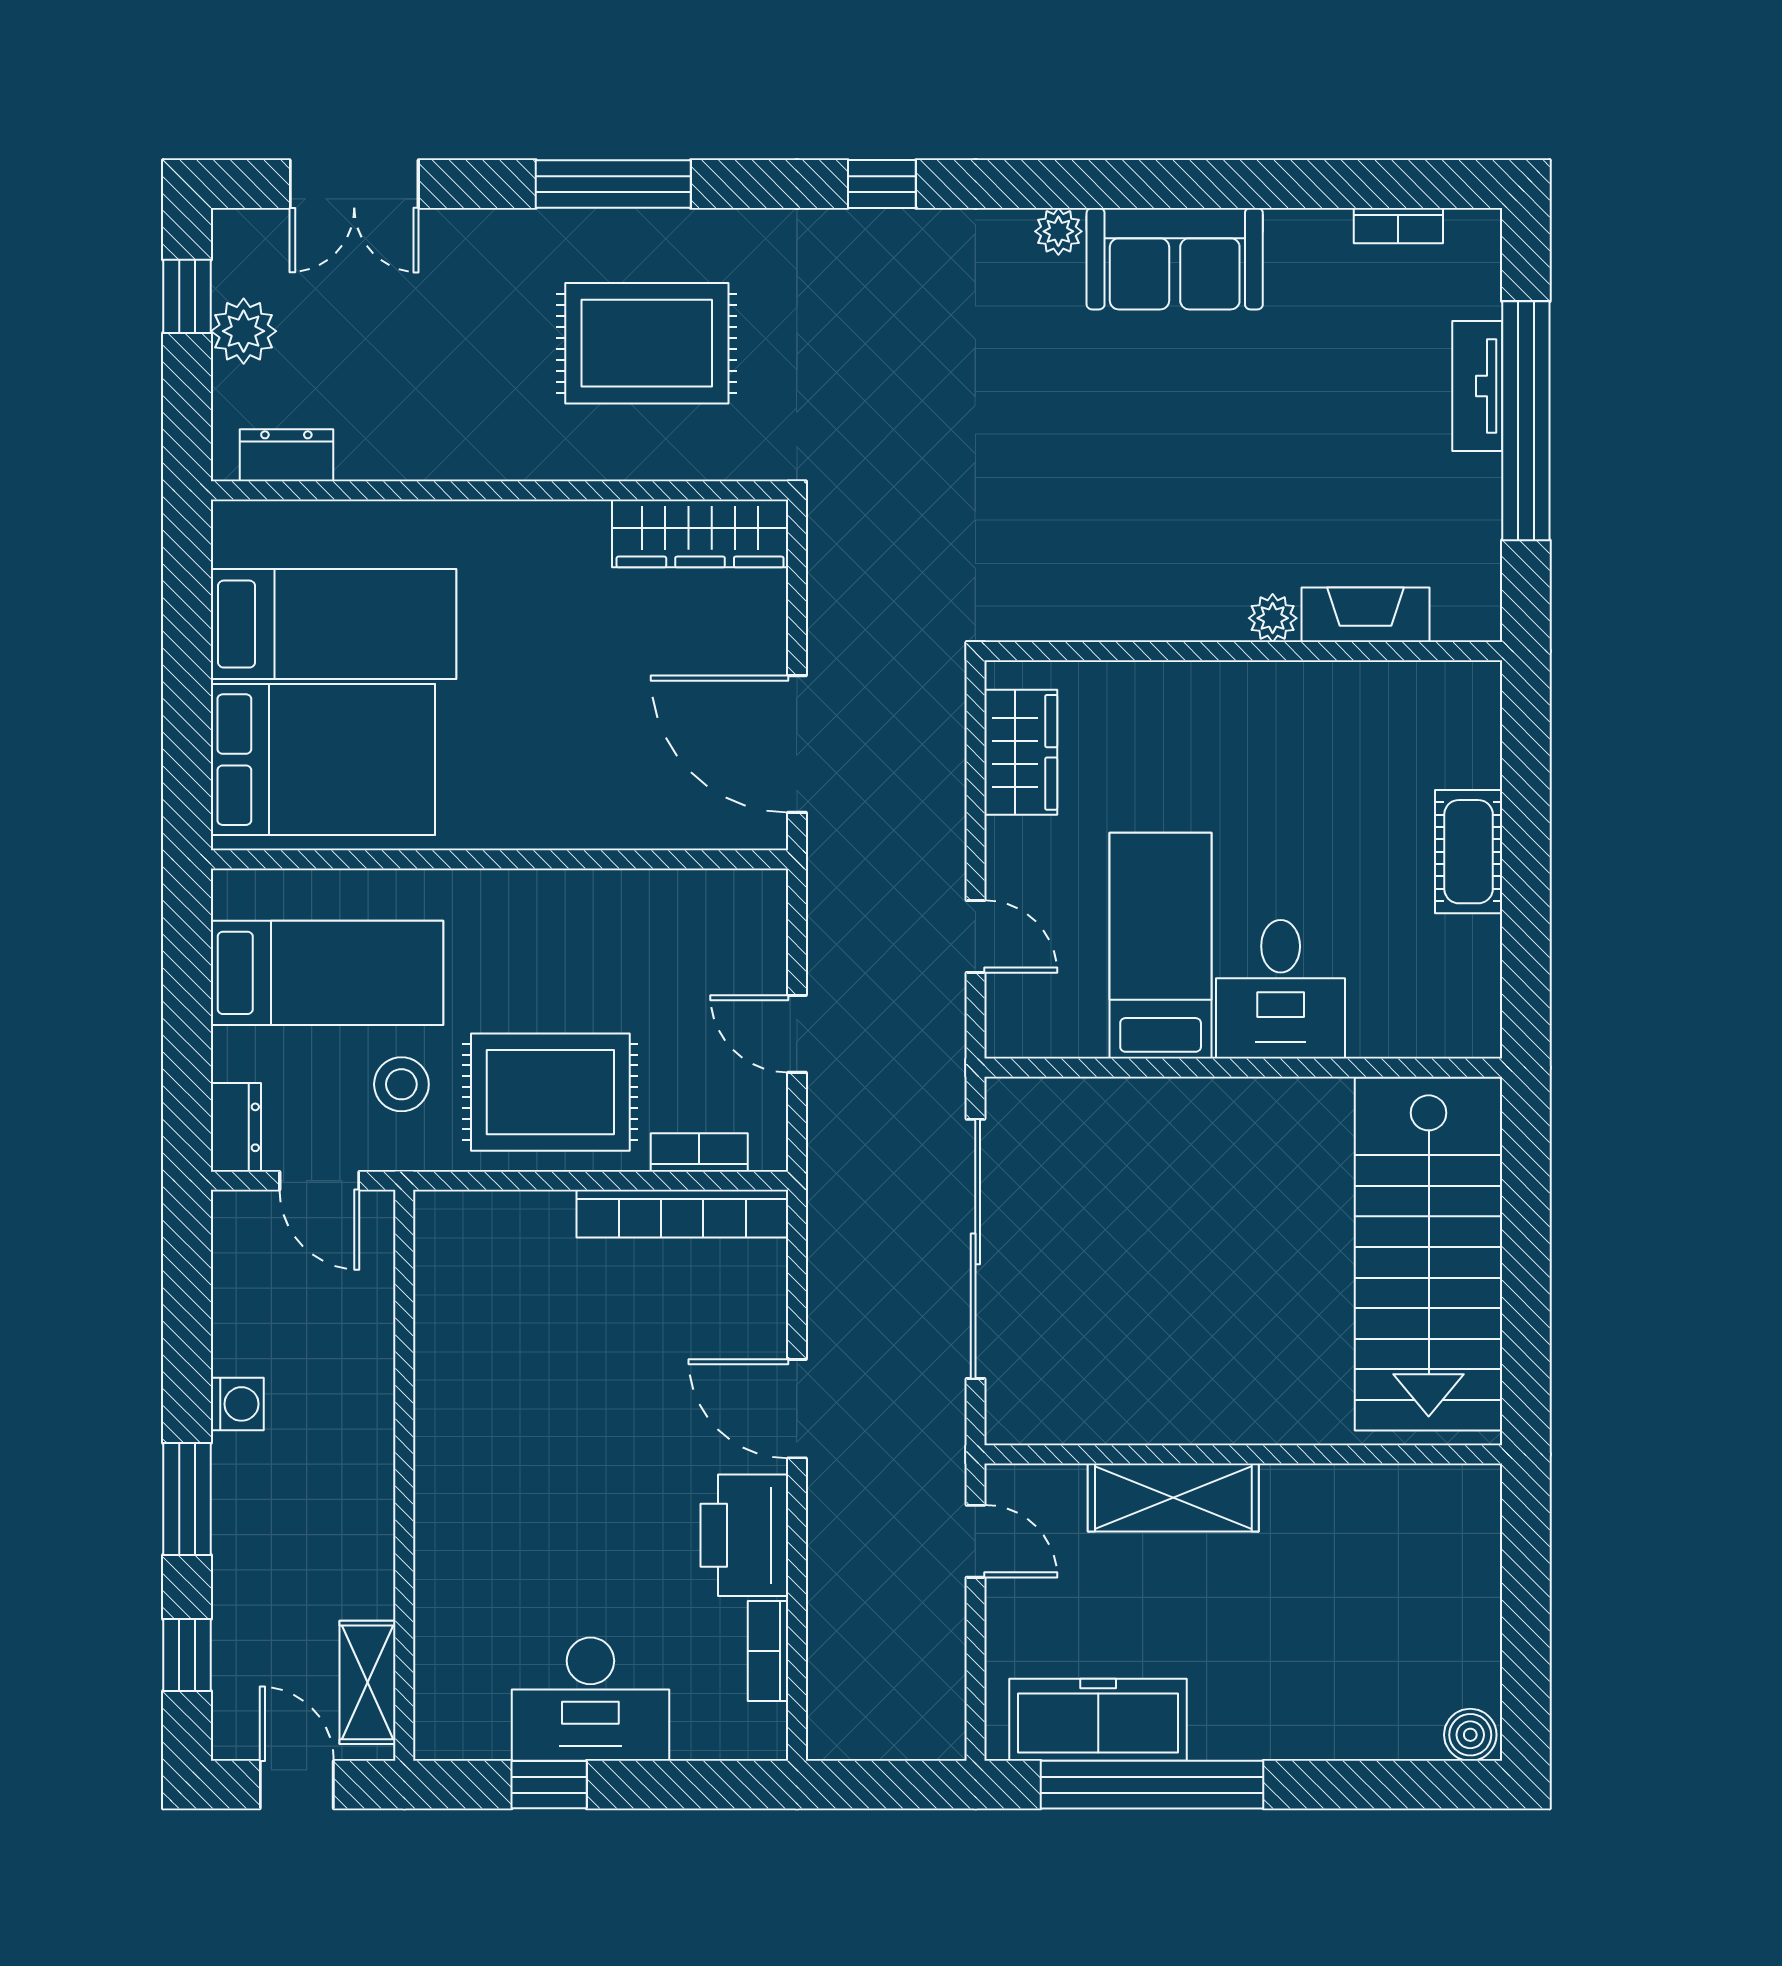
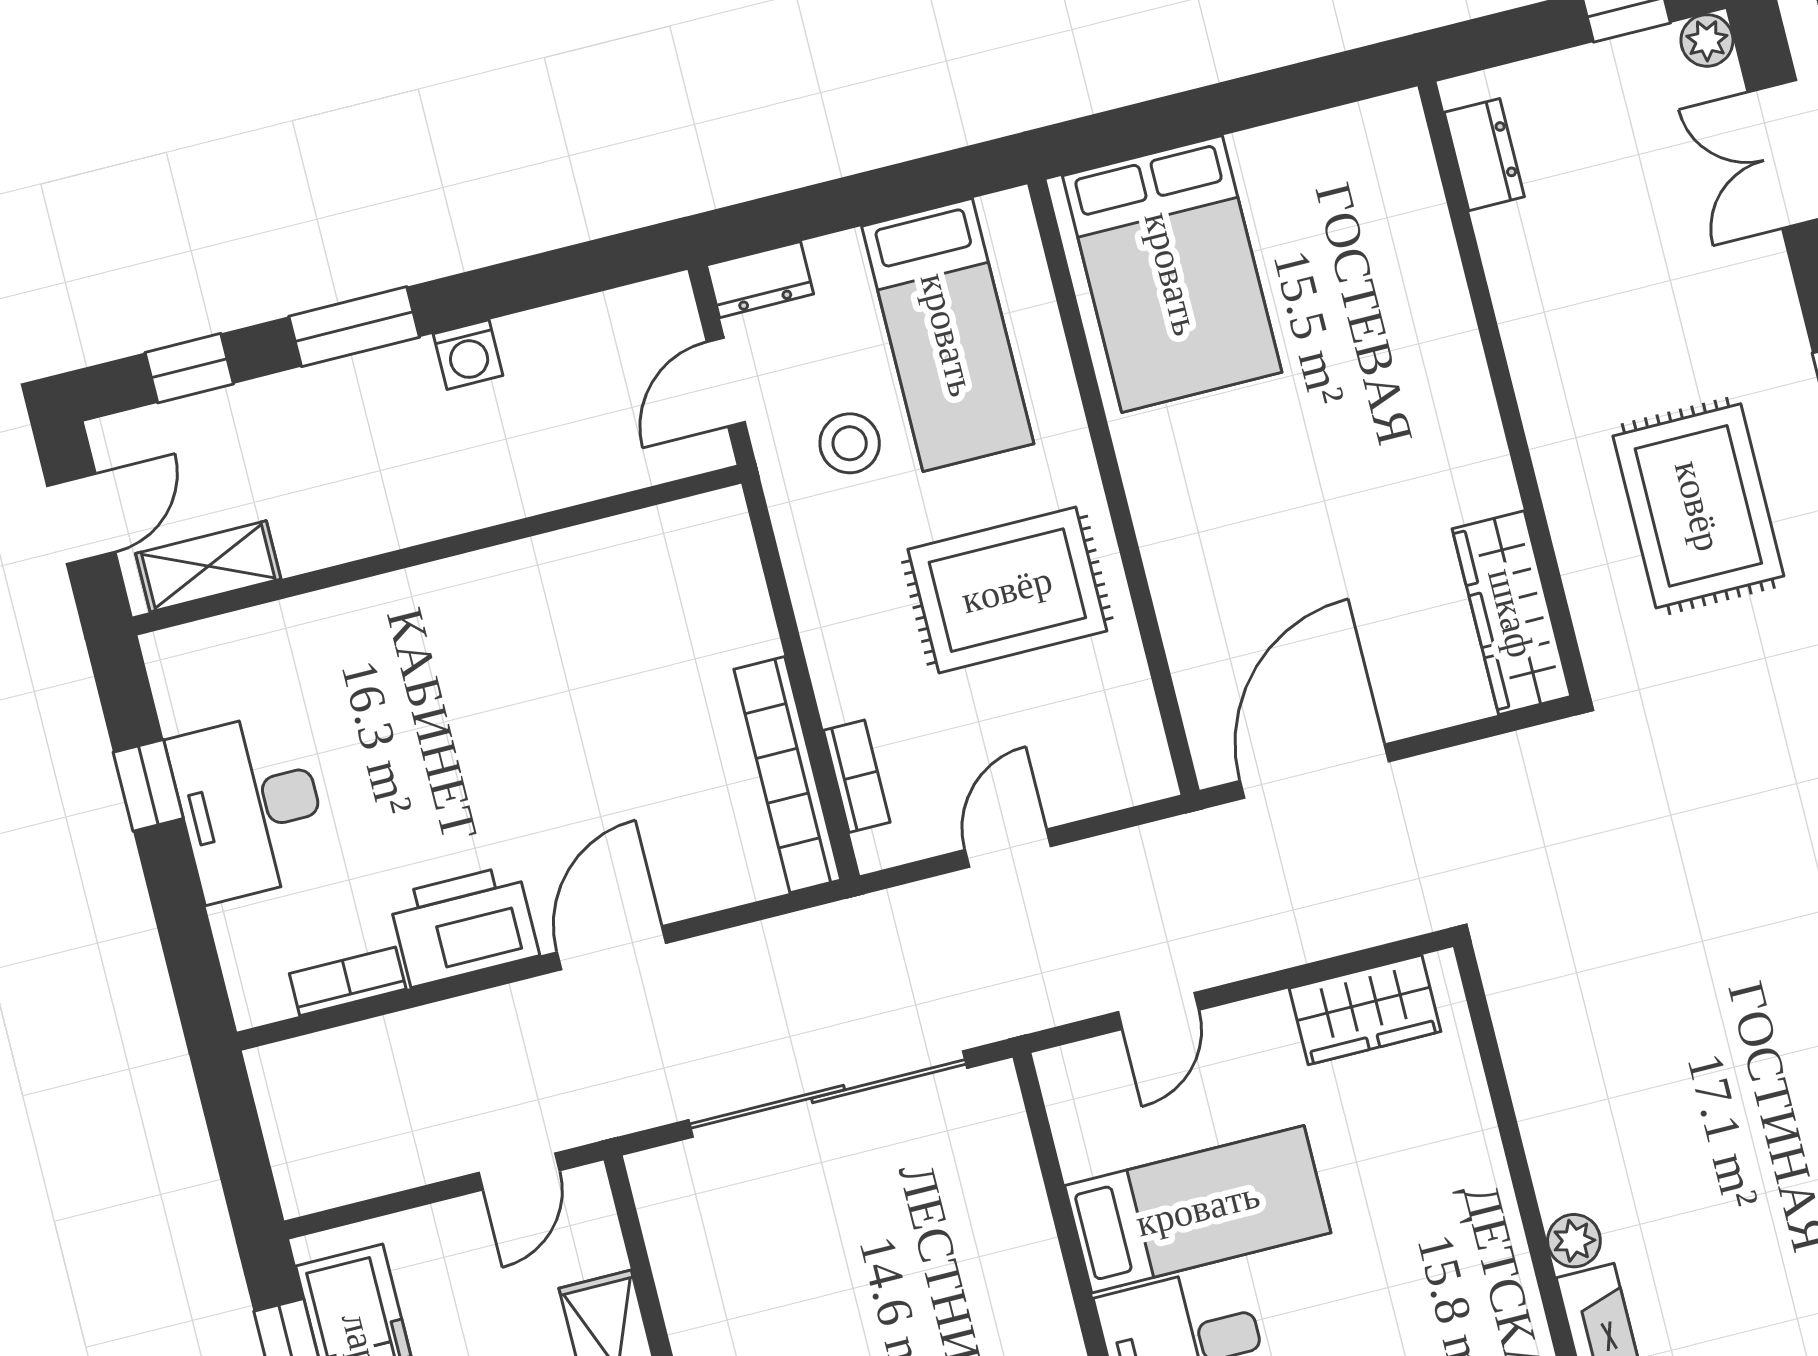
plant: (244, 331) -> (1707, 40), moved, width x0.73, depth x0.73
bed: (333, 624) -> (1318, 249), removed
rug: (550, 1092) -> (1007, 590), moved, turned 90

